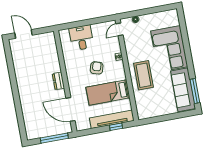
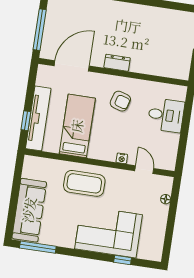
door: (119, 29) -> (144, 170), moved
window: (184, 34) -> (123, 260), added
armchair: (97, 68) -> (120, 101), moved
sofa: (183, 90) -> (29, 210), moved, turned 90

